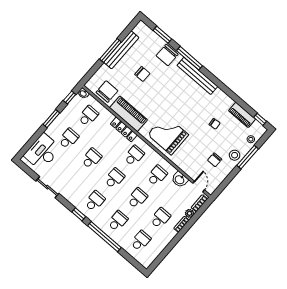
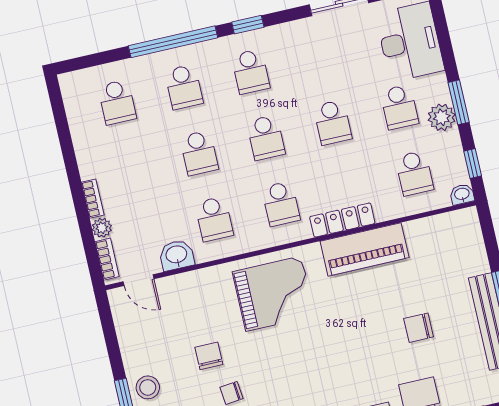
chair: (107, 92) -> (434, 240), removed
plant: (61, 121) -> (442, 117), added
chair: (215, 160) -> (209, 356), moved
school desk: (160, 218) -> (132, 168), removed

